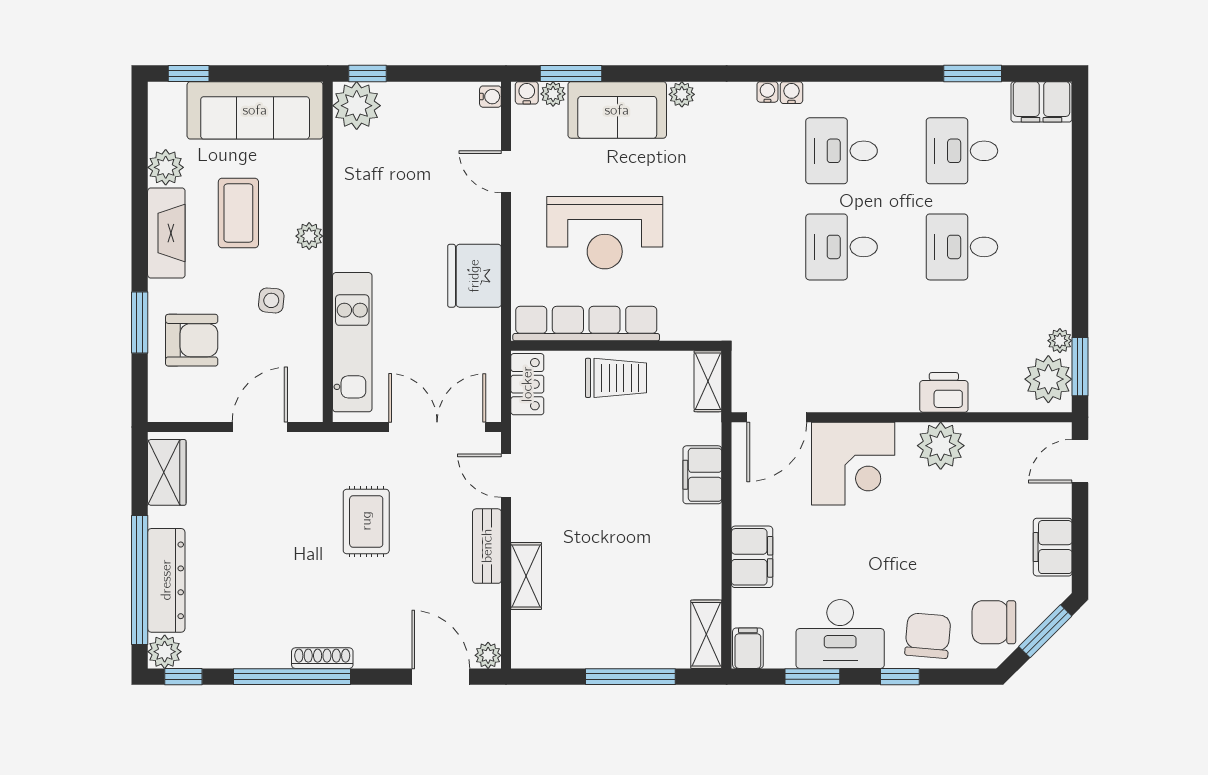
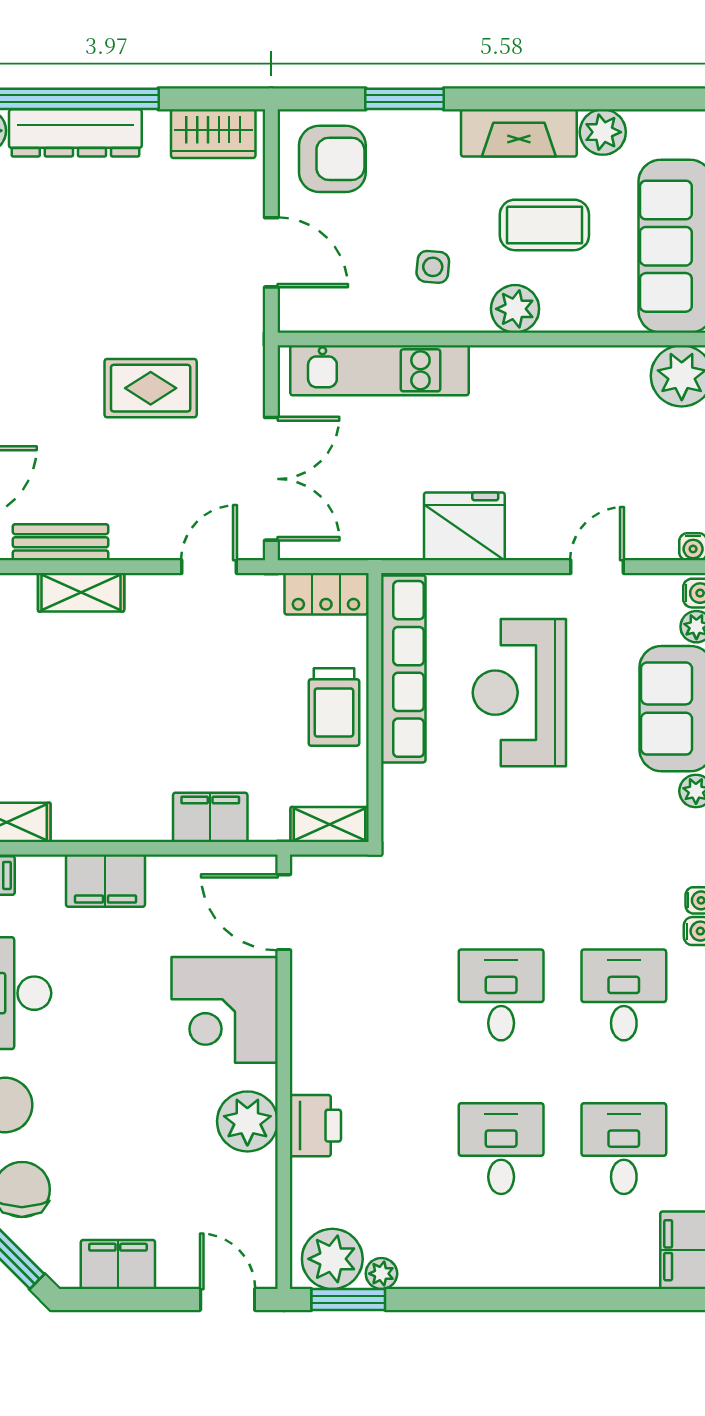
plant: (309, 236) -> (515, 309), width x1.38, depth x1.38
armchair: (192, 340) -> (332, 159), moved, turned -90
bench: (487, 546) -> (60, 542), moved

